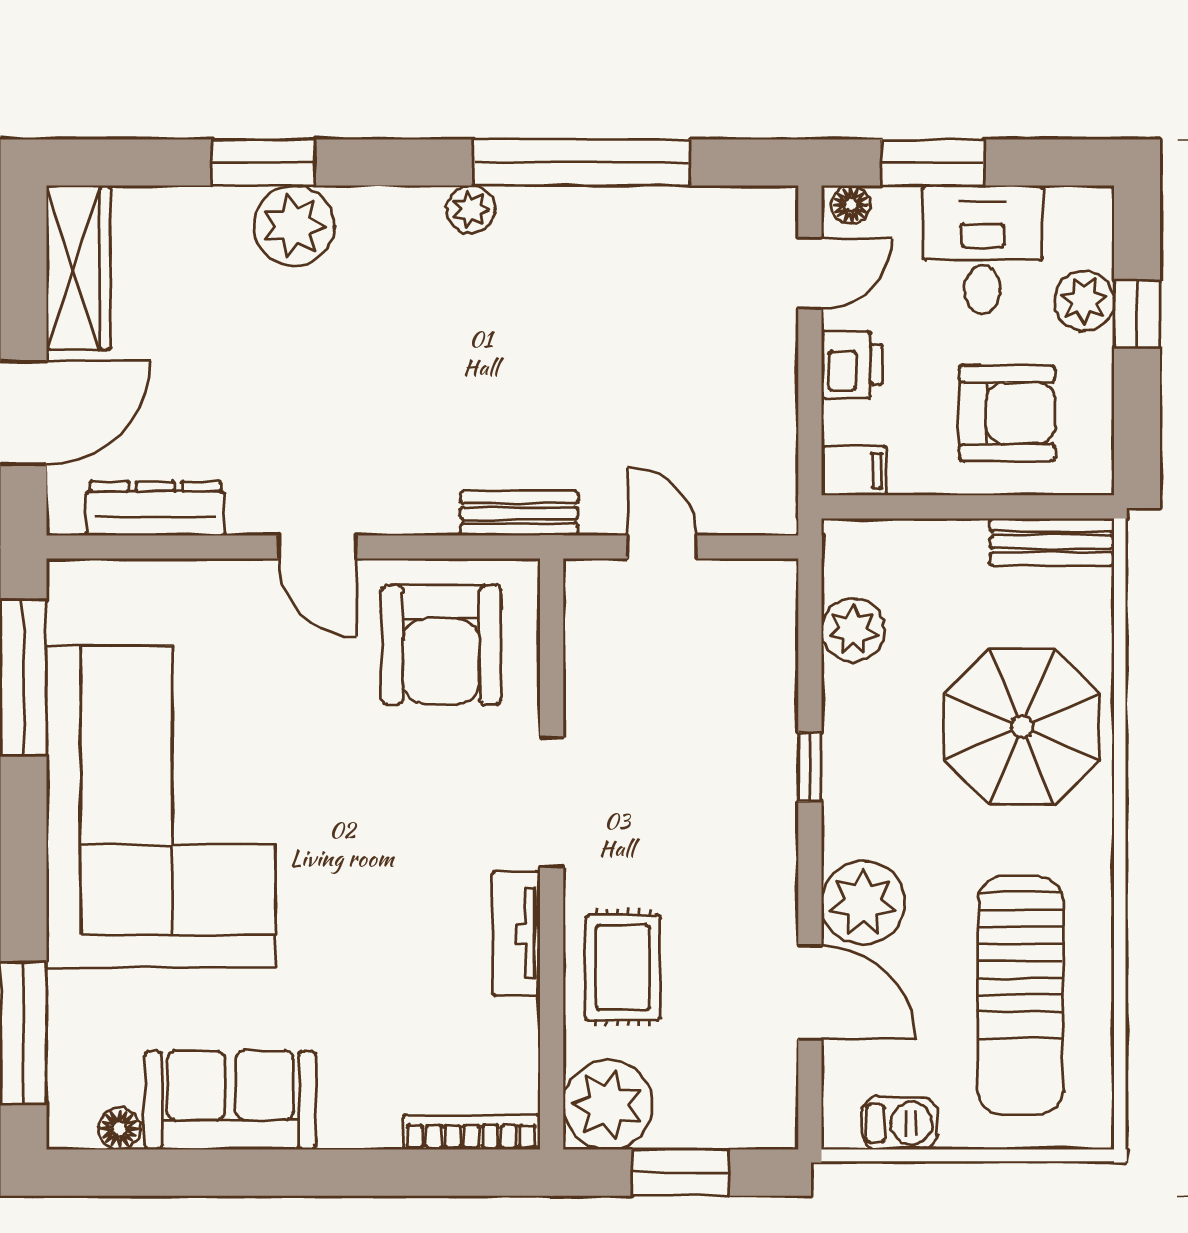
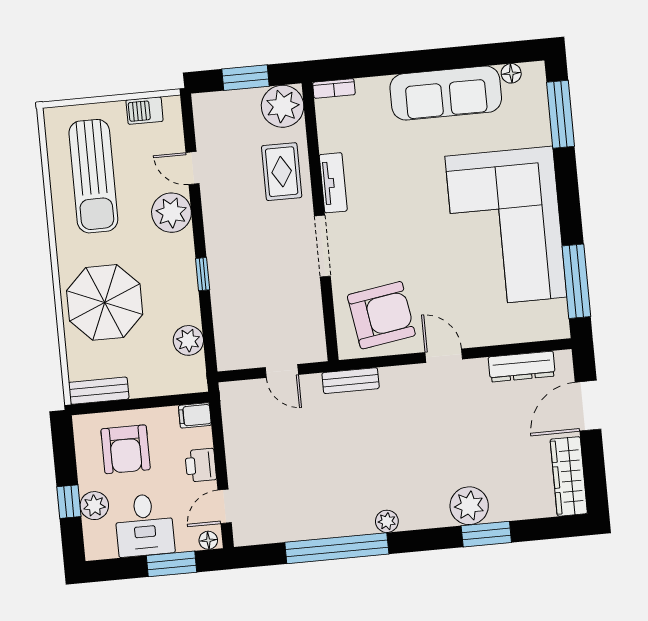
armchair: (1007, 413) -> (126, 449), turned -90
armchair: (441, 645) -> (381, 315), turned 81
door: (810, 993) -> (193, 168), width x0.73
sun lounger: (1021, 995) -> (93, 176), turned 180
sofa: (230, 1100) -> (446, 93), width x1.36
bookcase: (471, 1132) -> (334, 88), width x0.64

